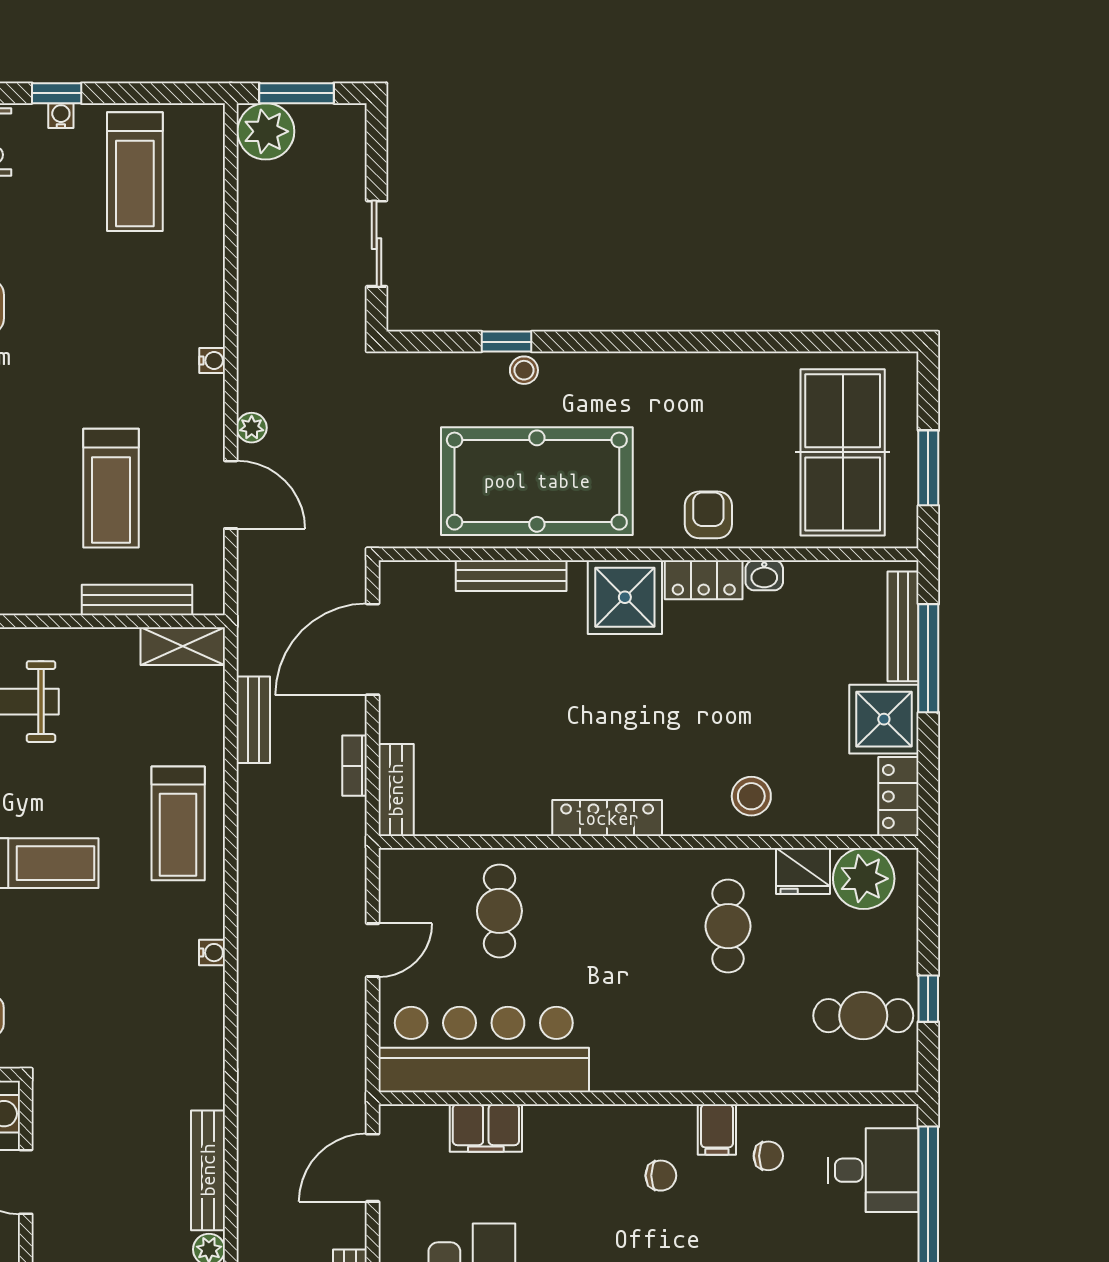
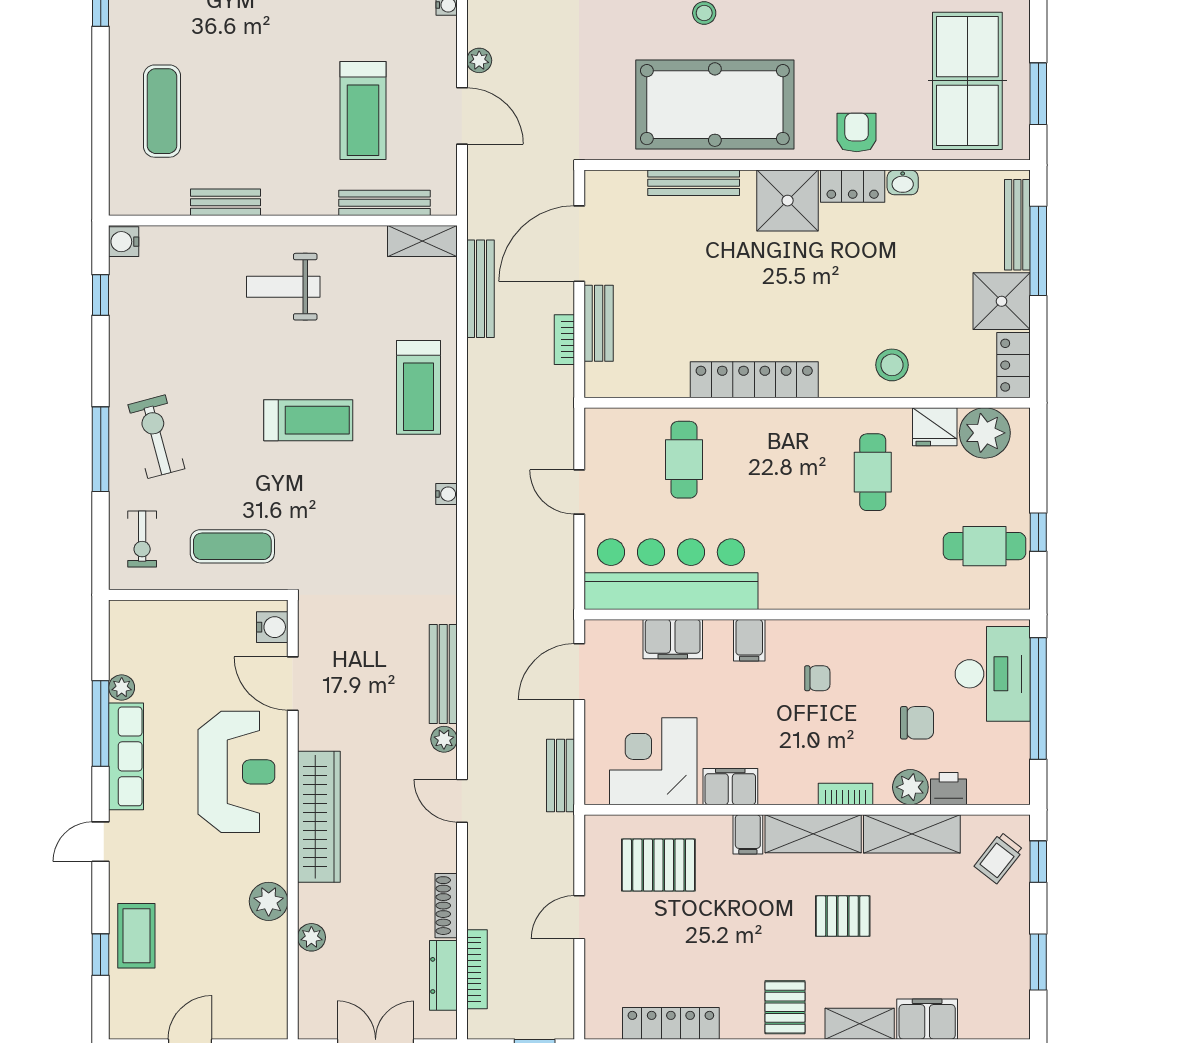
bench: (253, 720) -> (481, 289), width x1.36
bench: (396, 790) -> (599, 323), moved
locker: (607, 818) -> (754, 380), width x1.41, depth x1.21
door: (373, 950) -> (579, 492), swing flipped
filing cabinet: (717, 1129) -> (749, 640), moved
chair: (768, 1156) -> (917, 723), moved, width x1.37, depth x1.37
desk: (873, 1170) -> (993, 674), width x1.37

